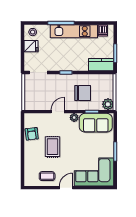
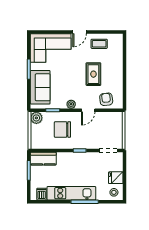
sofa: (96, 123) -> (40, 87), moved, turned 90
armchair: (32, 134) -> (106, 99), moved

